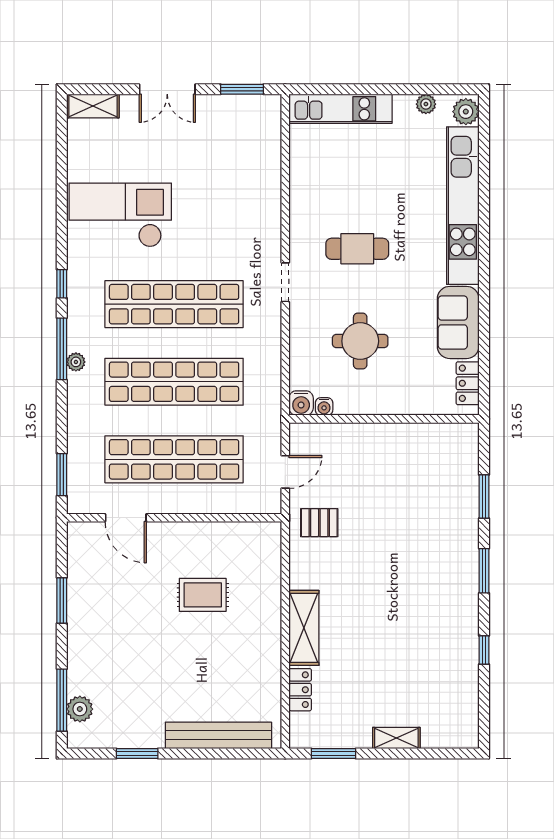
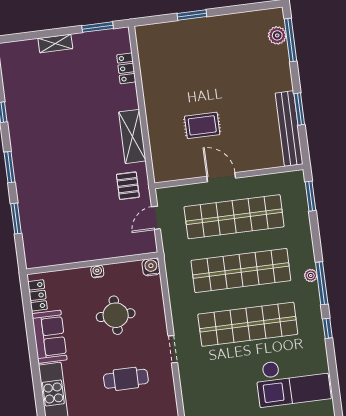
water cooler: (324, 406) -> (97, 271), moved
door: (126, 518) -> (221, 177), moved
pallet: (319, 523) -> (128, 186), turned 90
shelving: (304, 628) -> (132, 136), moved
bench: (218, 735) -> (289, 129), moved, turned 90
window: (137, 754) -> (192, 15), moved

